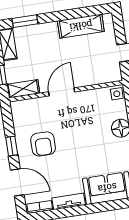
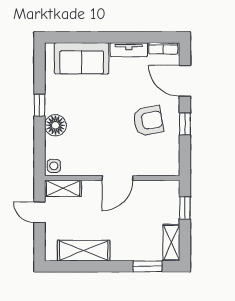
shelving: (23, 89) -> (63, 188), moved
armchair: (43, 144) -> (148, 121), turned 80

